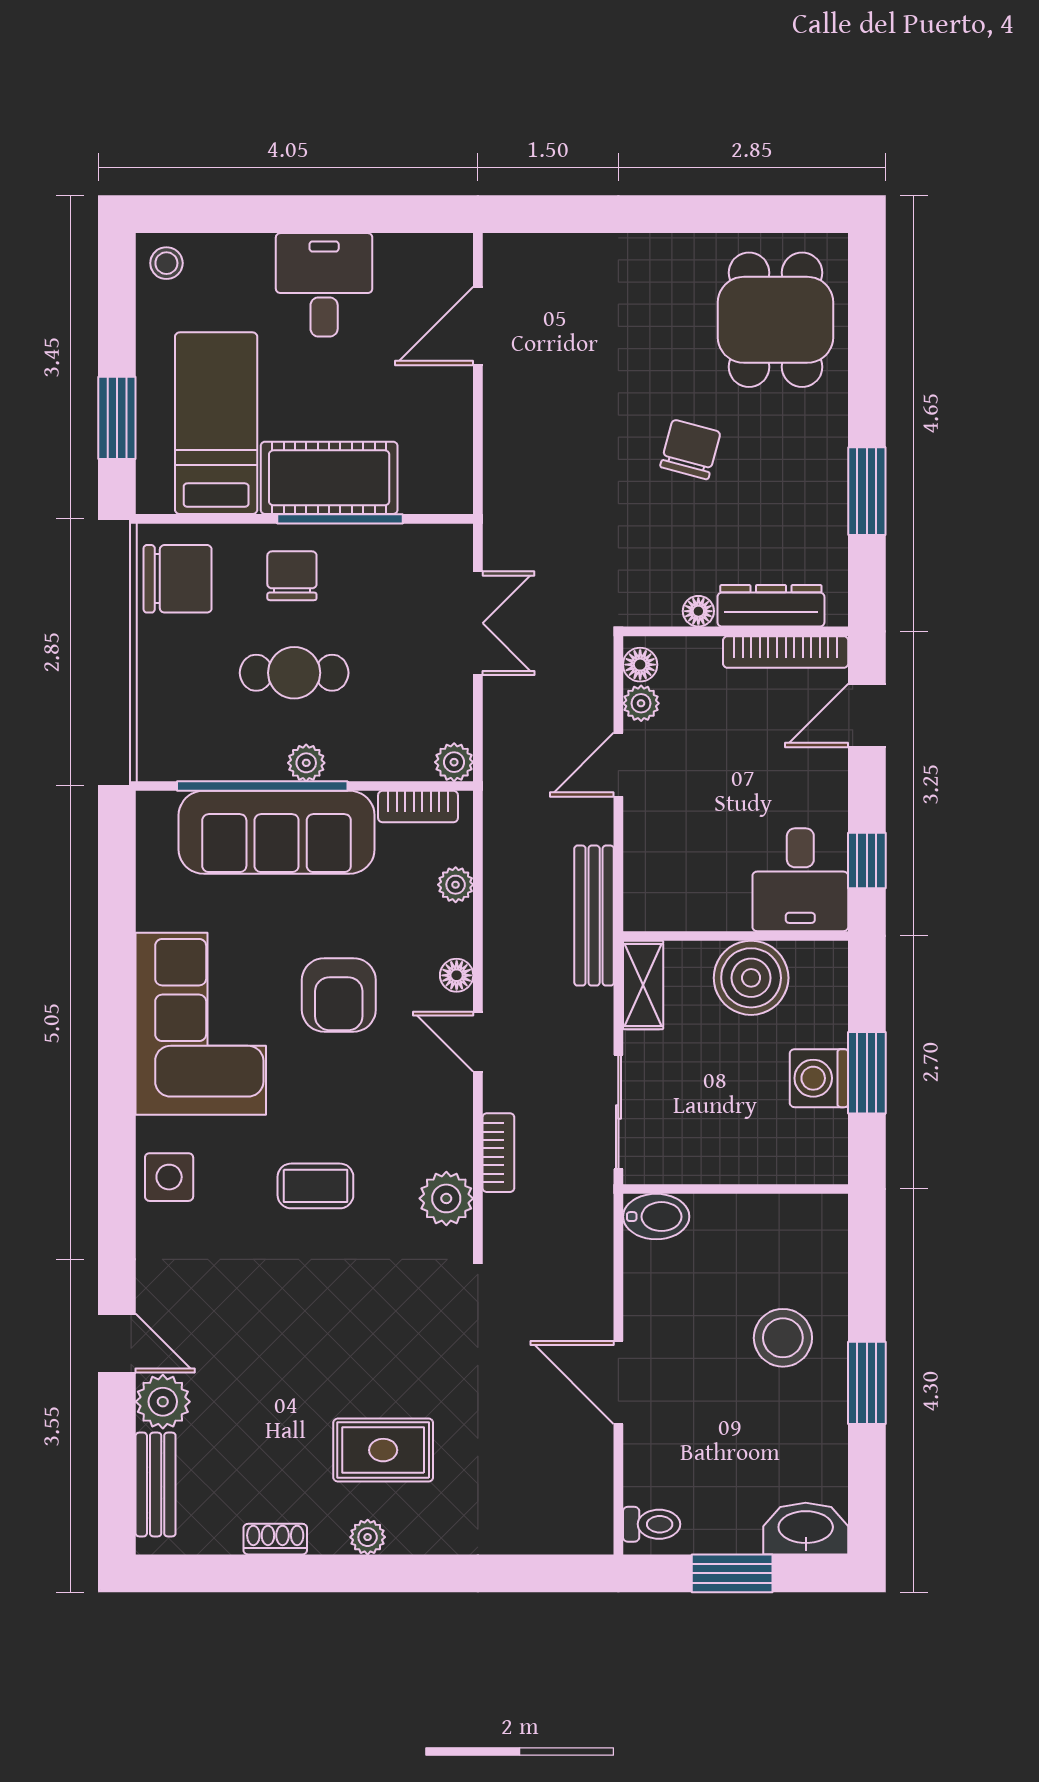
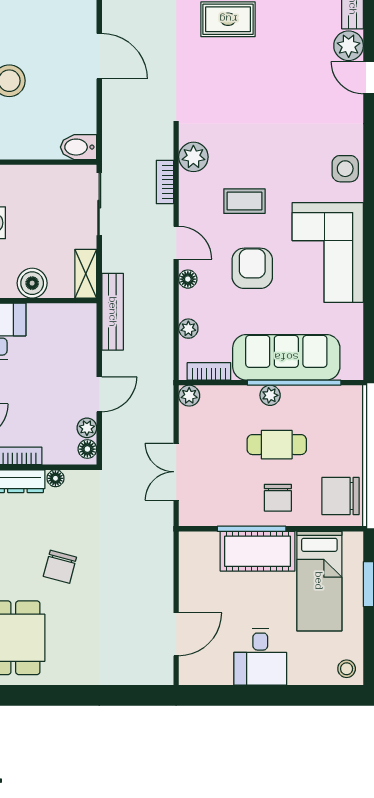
boiler: (751, 978) -> (32, 283), width x0.73, depth x0.73
coffee table: (315, 1186) -> (244, 201), moved

